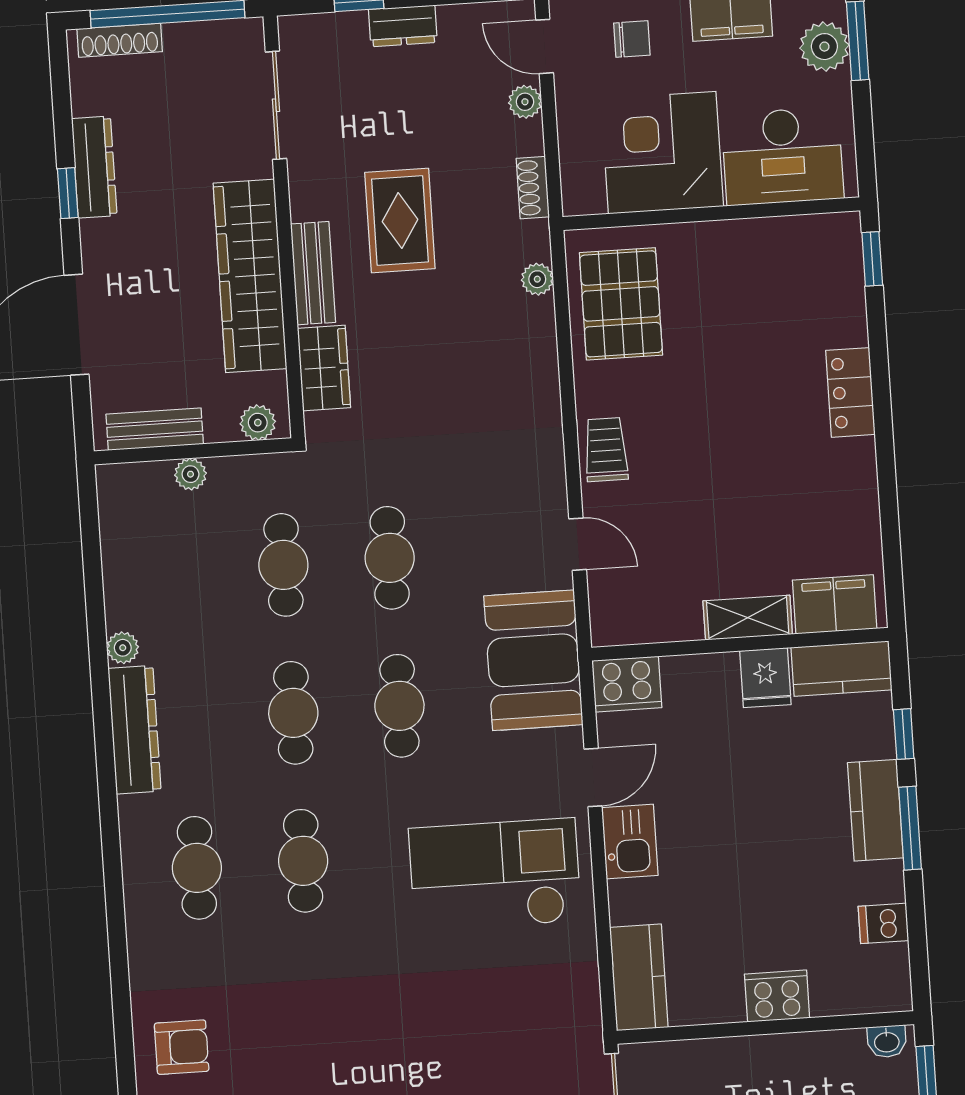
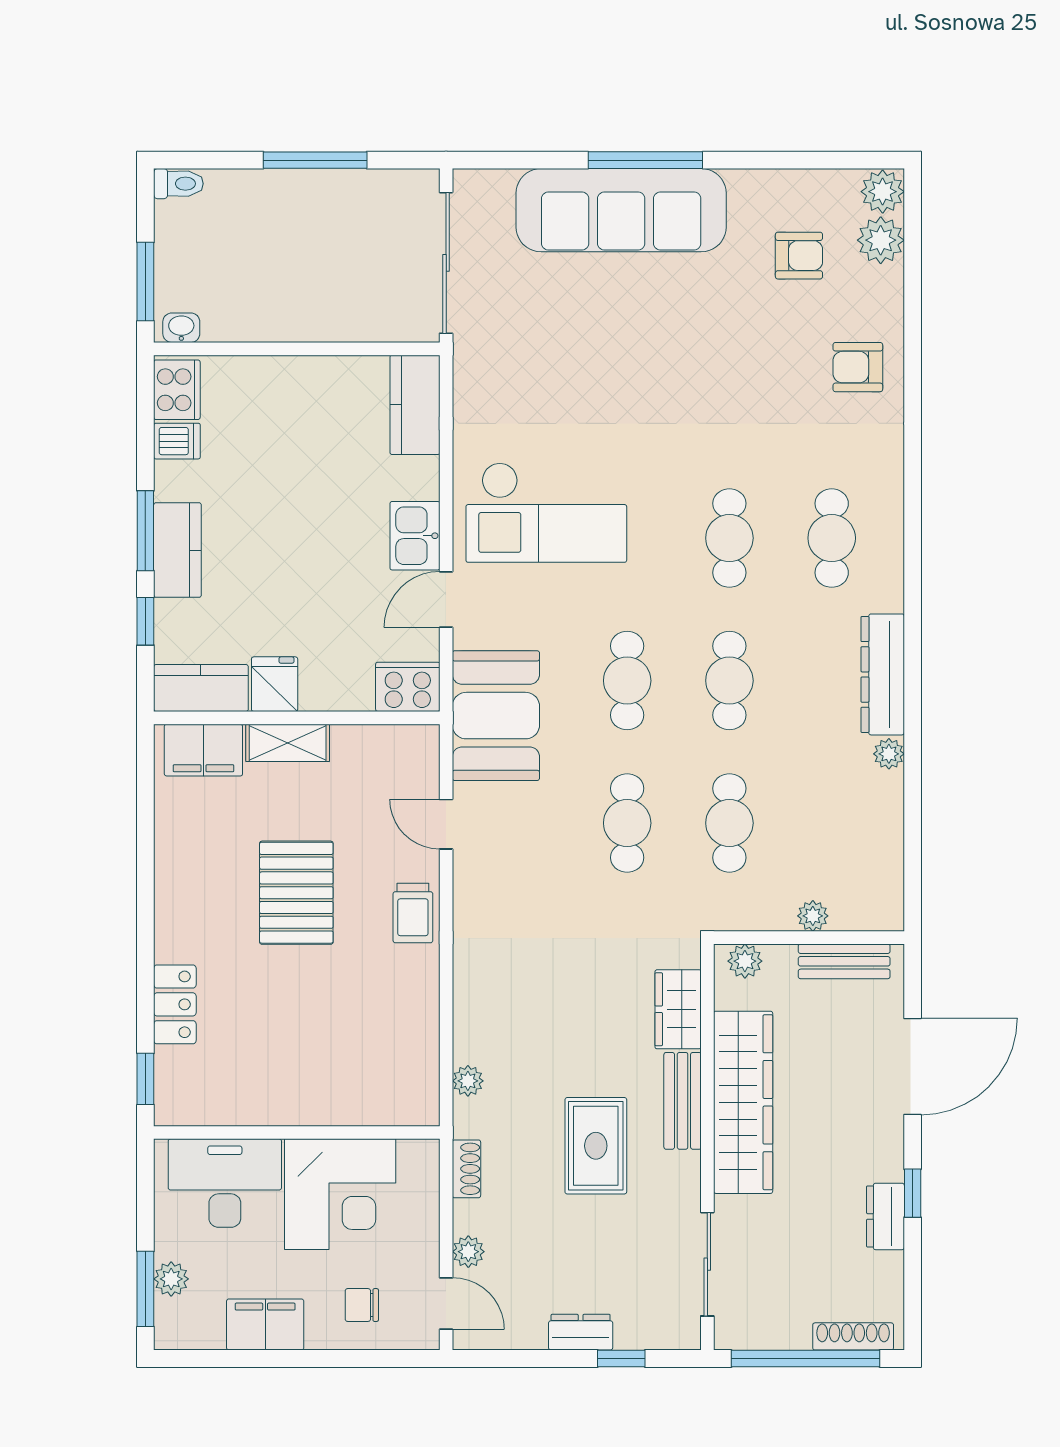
plant: (824, 47) -> (171, 1279), width x0.73, depth x0.73
dresser: (94, 167) -> (885, 1216), width x0.70
pallet: (621, 304) -> (296, 893), moved
locker: (850, 392) -> (175, 1004), moved
cooker: (777, 996) -> (177, 390), moved, turned -90

